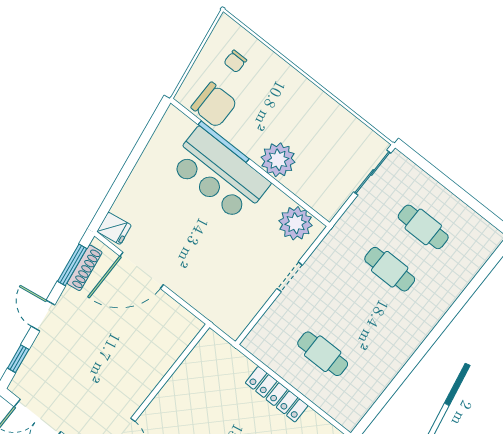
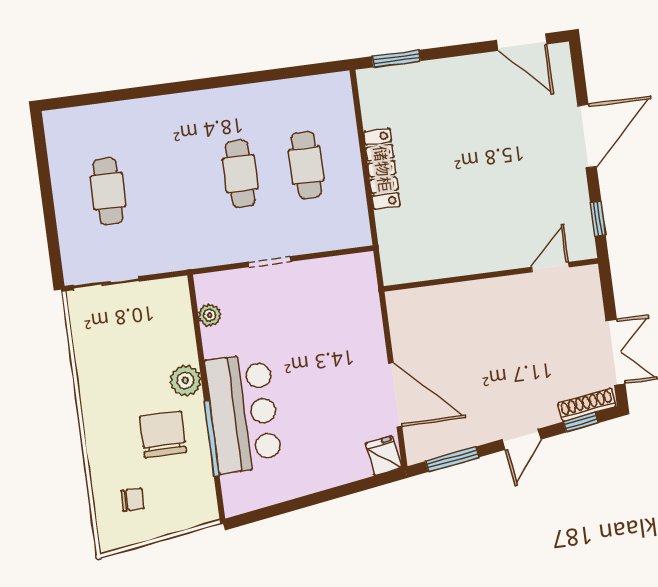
chair: (214, 105) -> (163, 434), moved
plant: (278, 160) -> (185, 381), width x0.73, depth x0.73
plant: (296, 223) -> (210, 315), width x0.53, depth x0.53
shoe rack: (85, 268) -> (587, 405), moved
cafe table: (390, 269) -> (240, 174), moved

